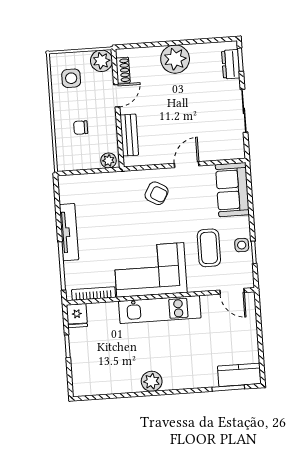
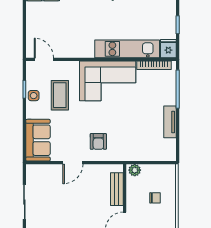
armchair: (157, 193) -> (98, 141), turned -120
tv unit: (69, 232) -> (170, 122), width x0.71
kitchen unit: (160, 310) -> (127, 49), moved

